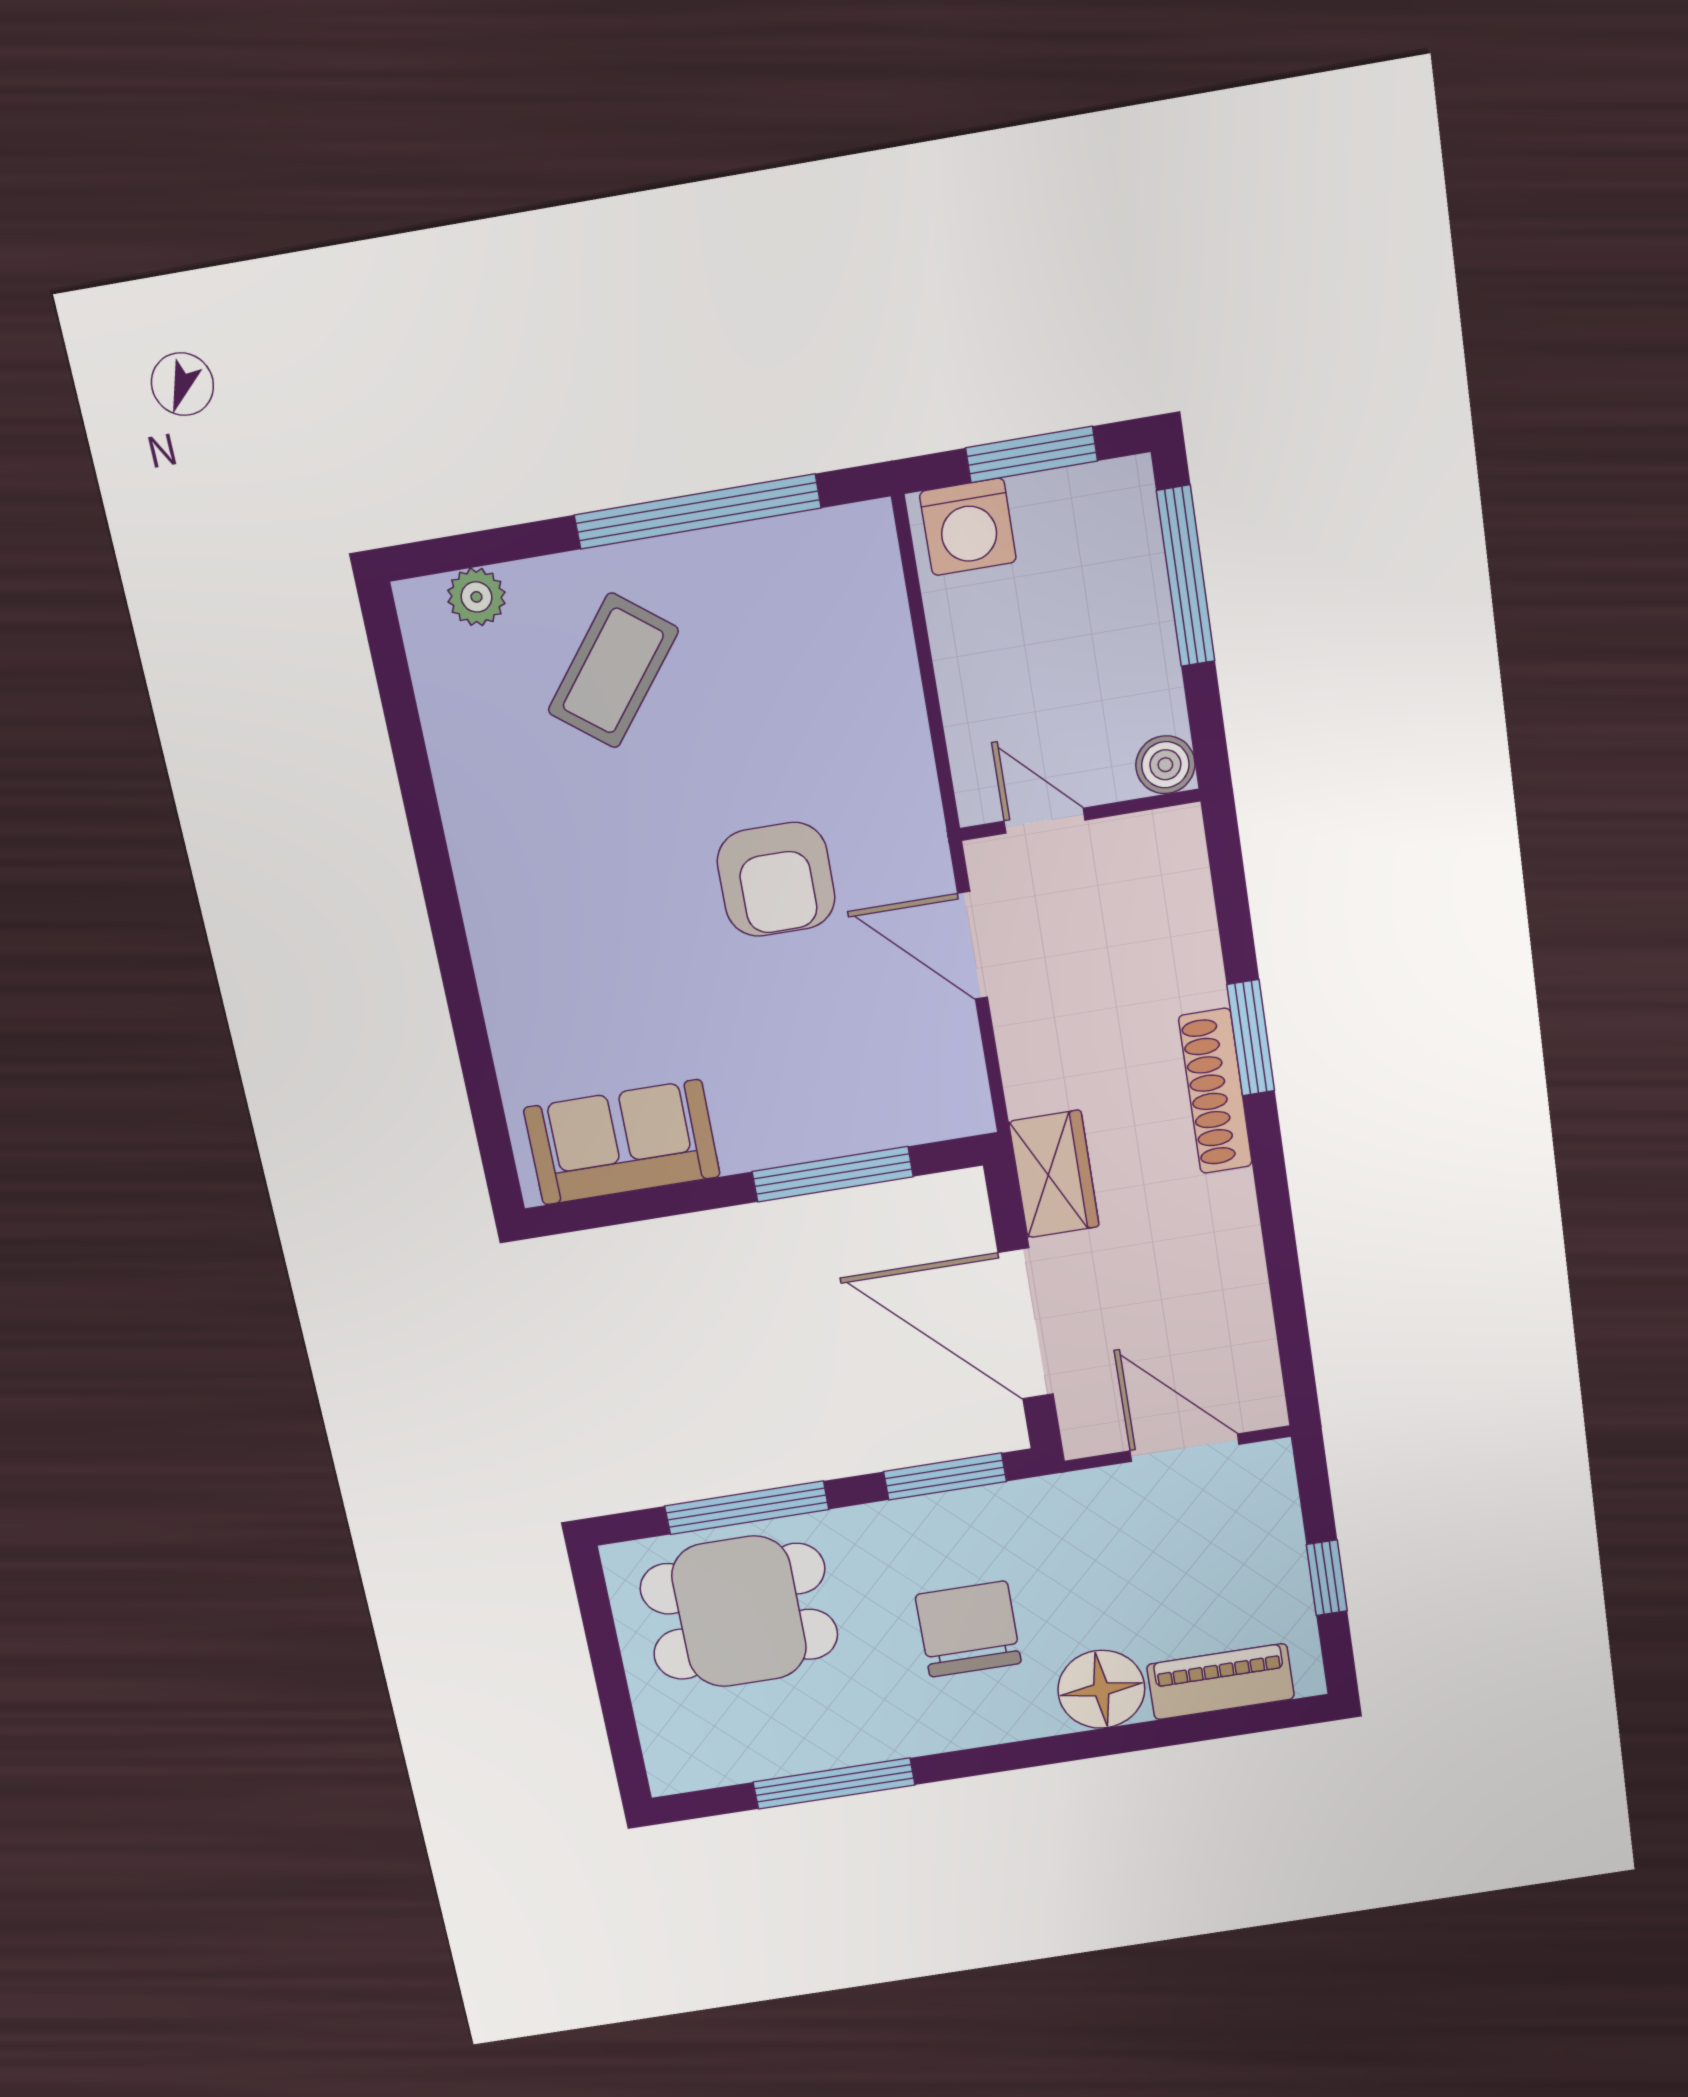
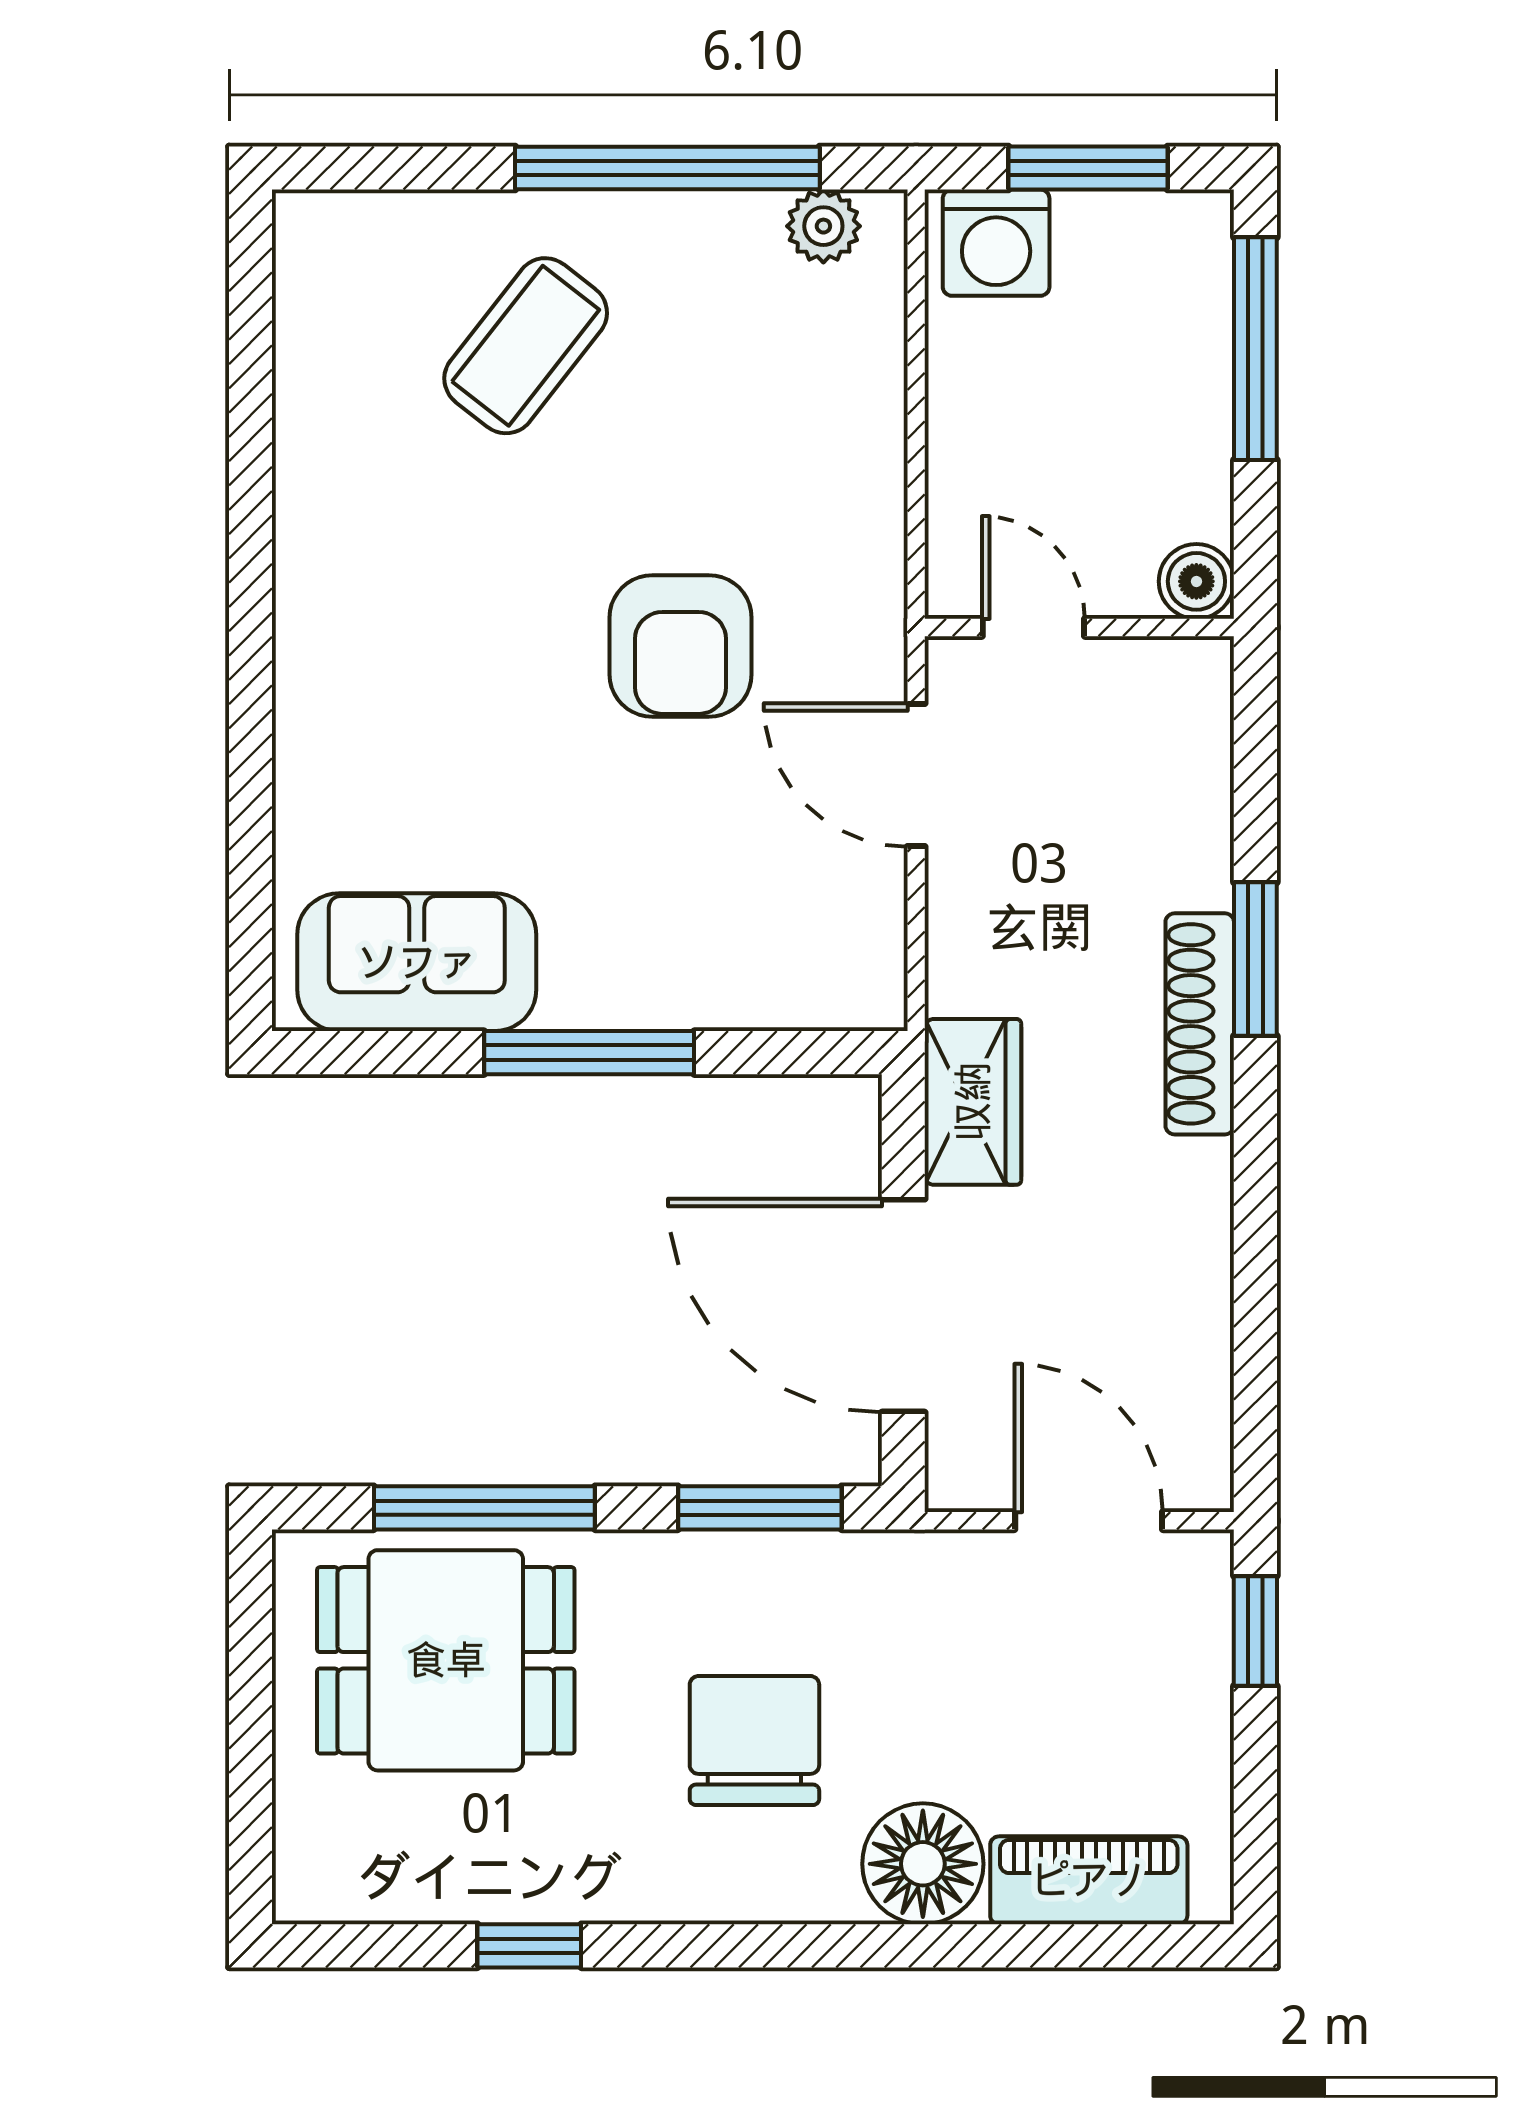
plant: (476, 597) -> (823, 226), moved
window: (833, 1174) -> (589, 1053), moved
window: (1327, 1578) -> (1255, 1631), moved
window: (834, 1783) -> (529, 1946), width x0.46

